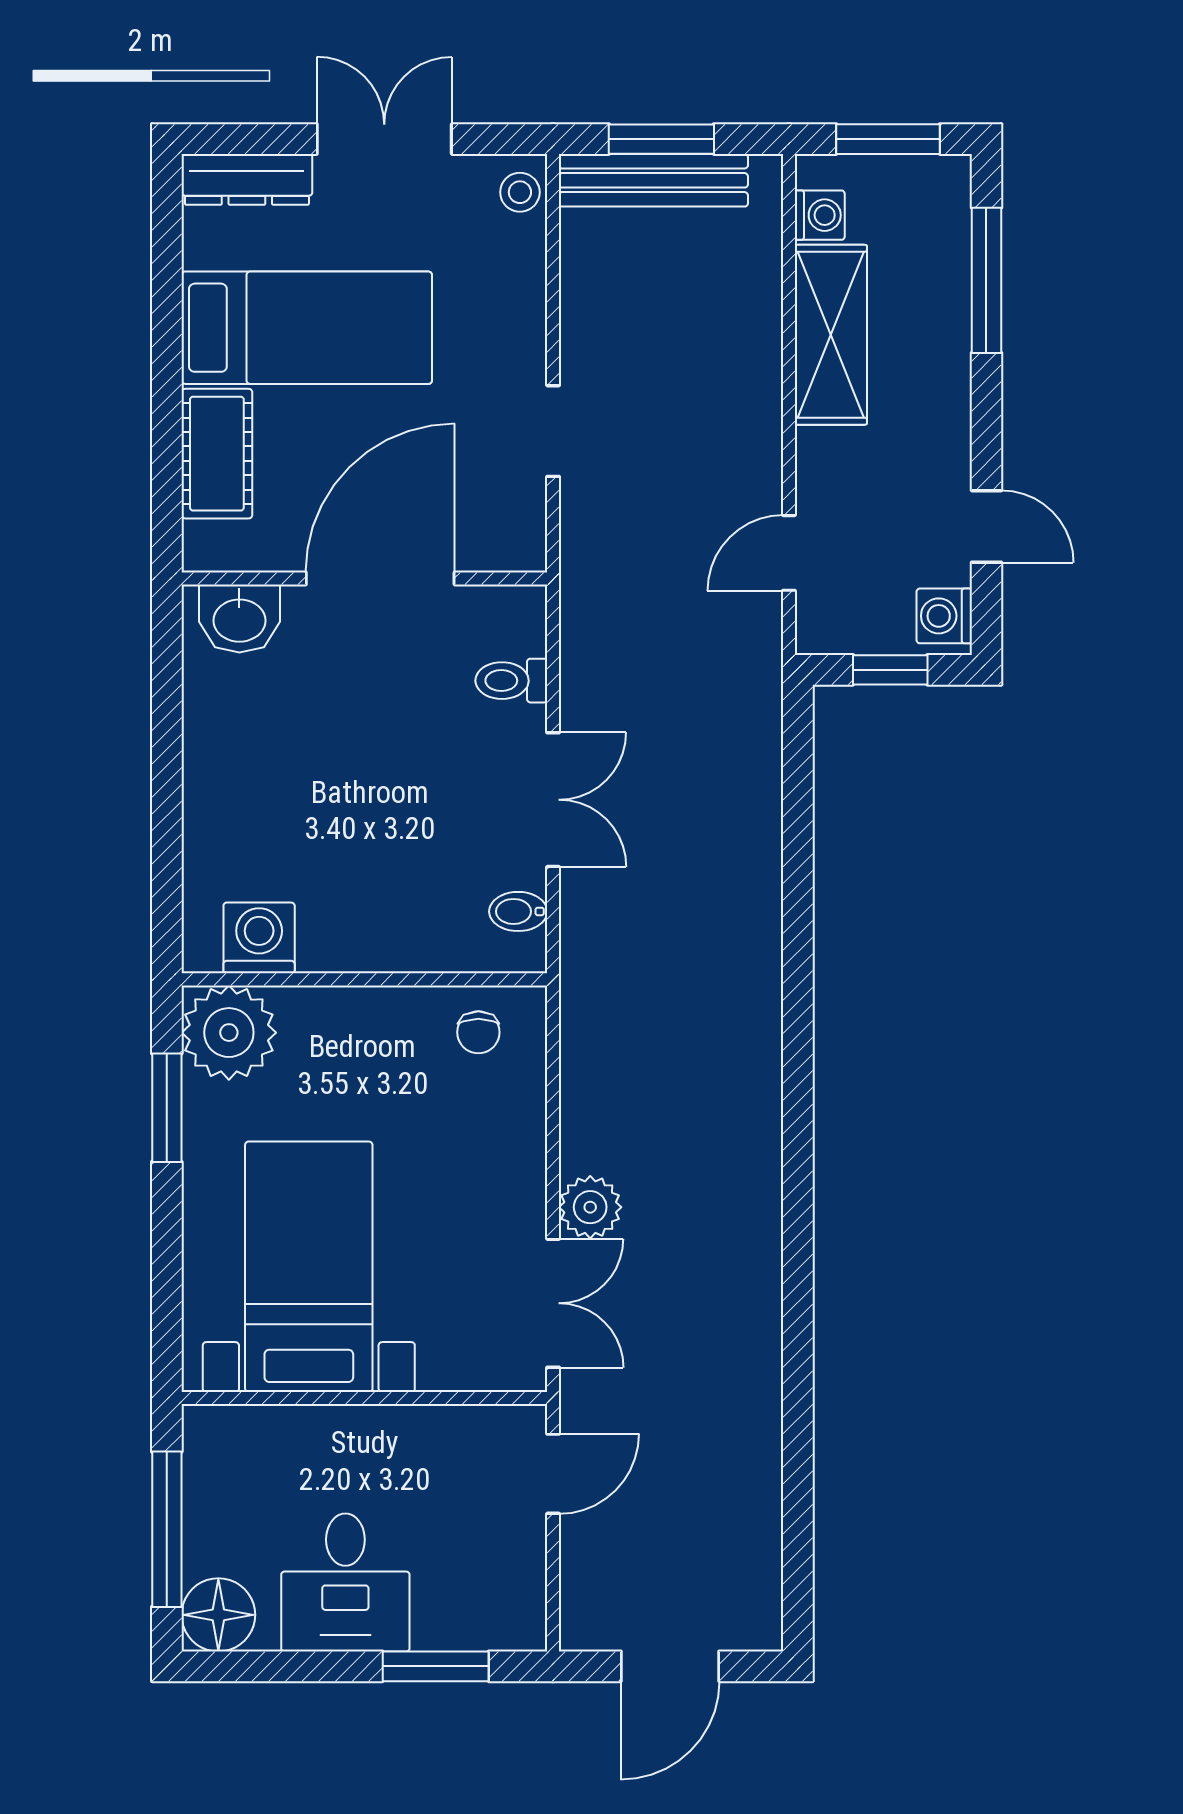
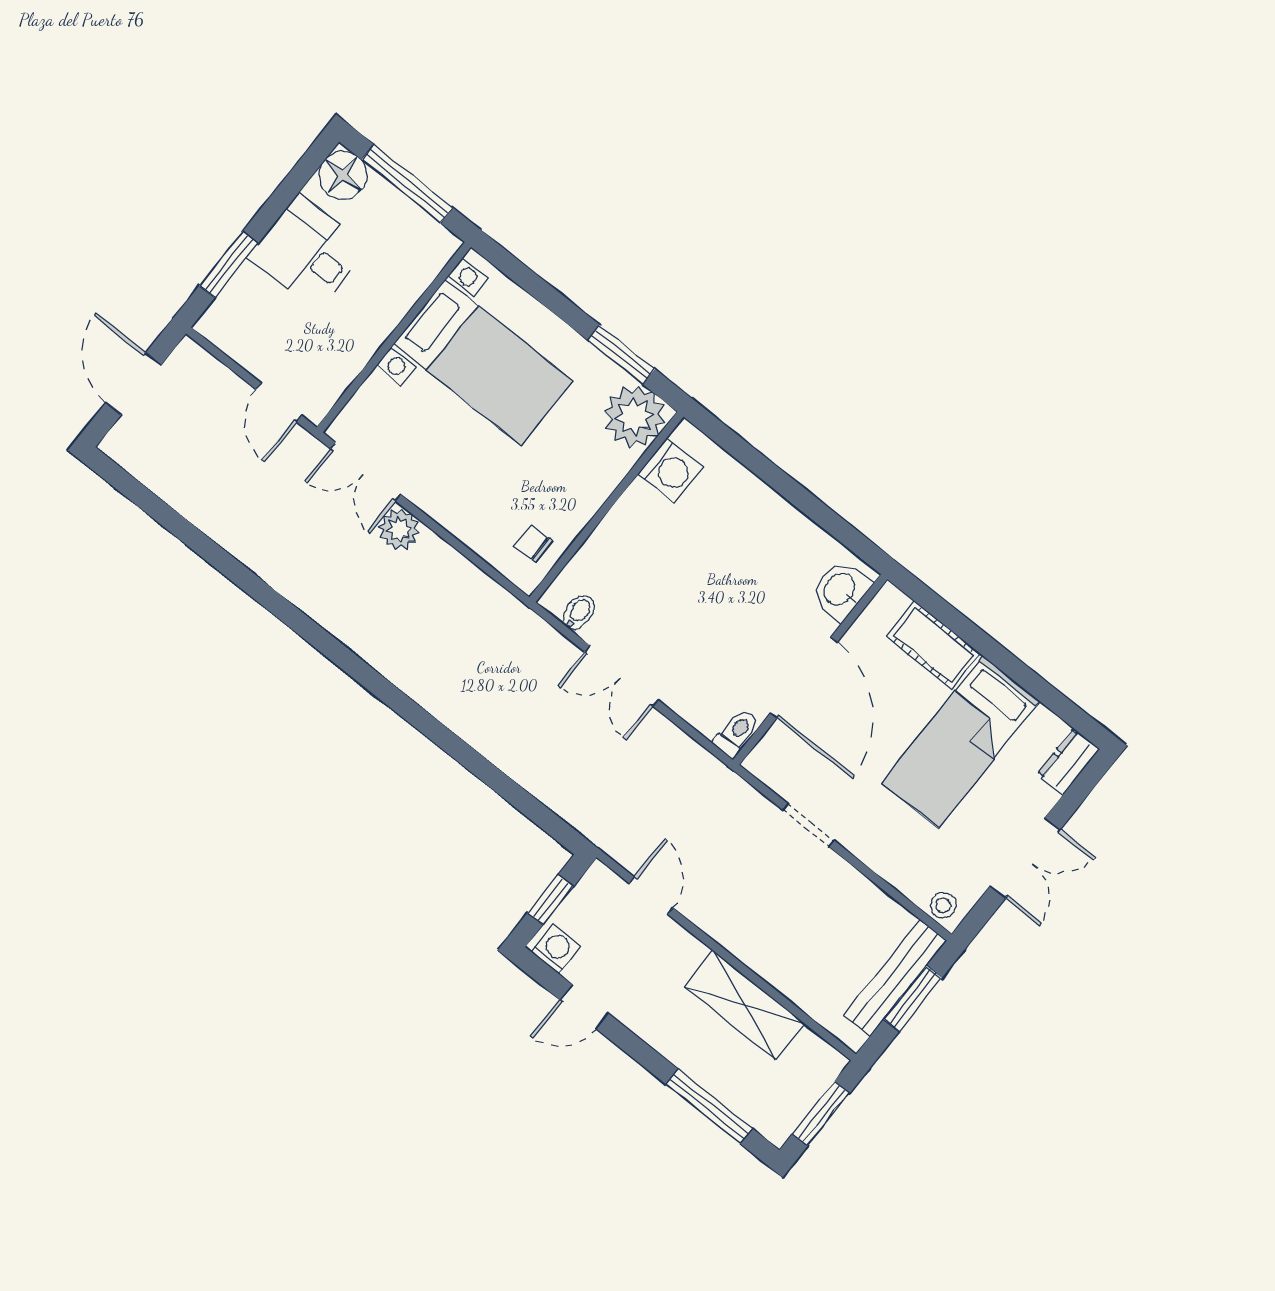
dresser: (247, 179) -> (1069, 762), width x0.70
washing machine: (820, 215) -> (810, 1048), removed
toilet: (511, 681) -> (736, 733), moved

